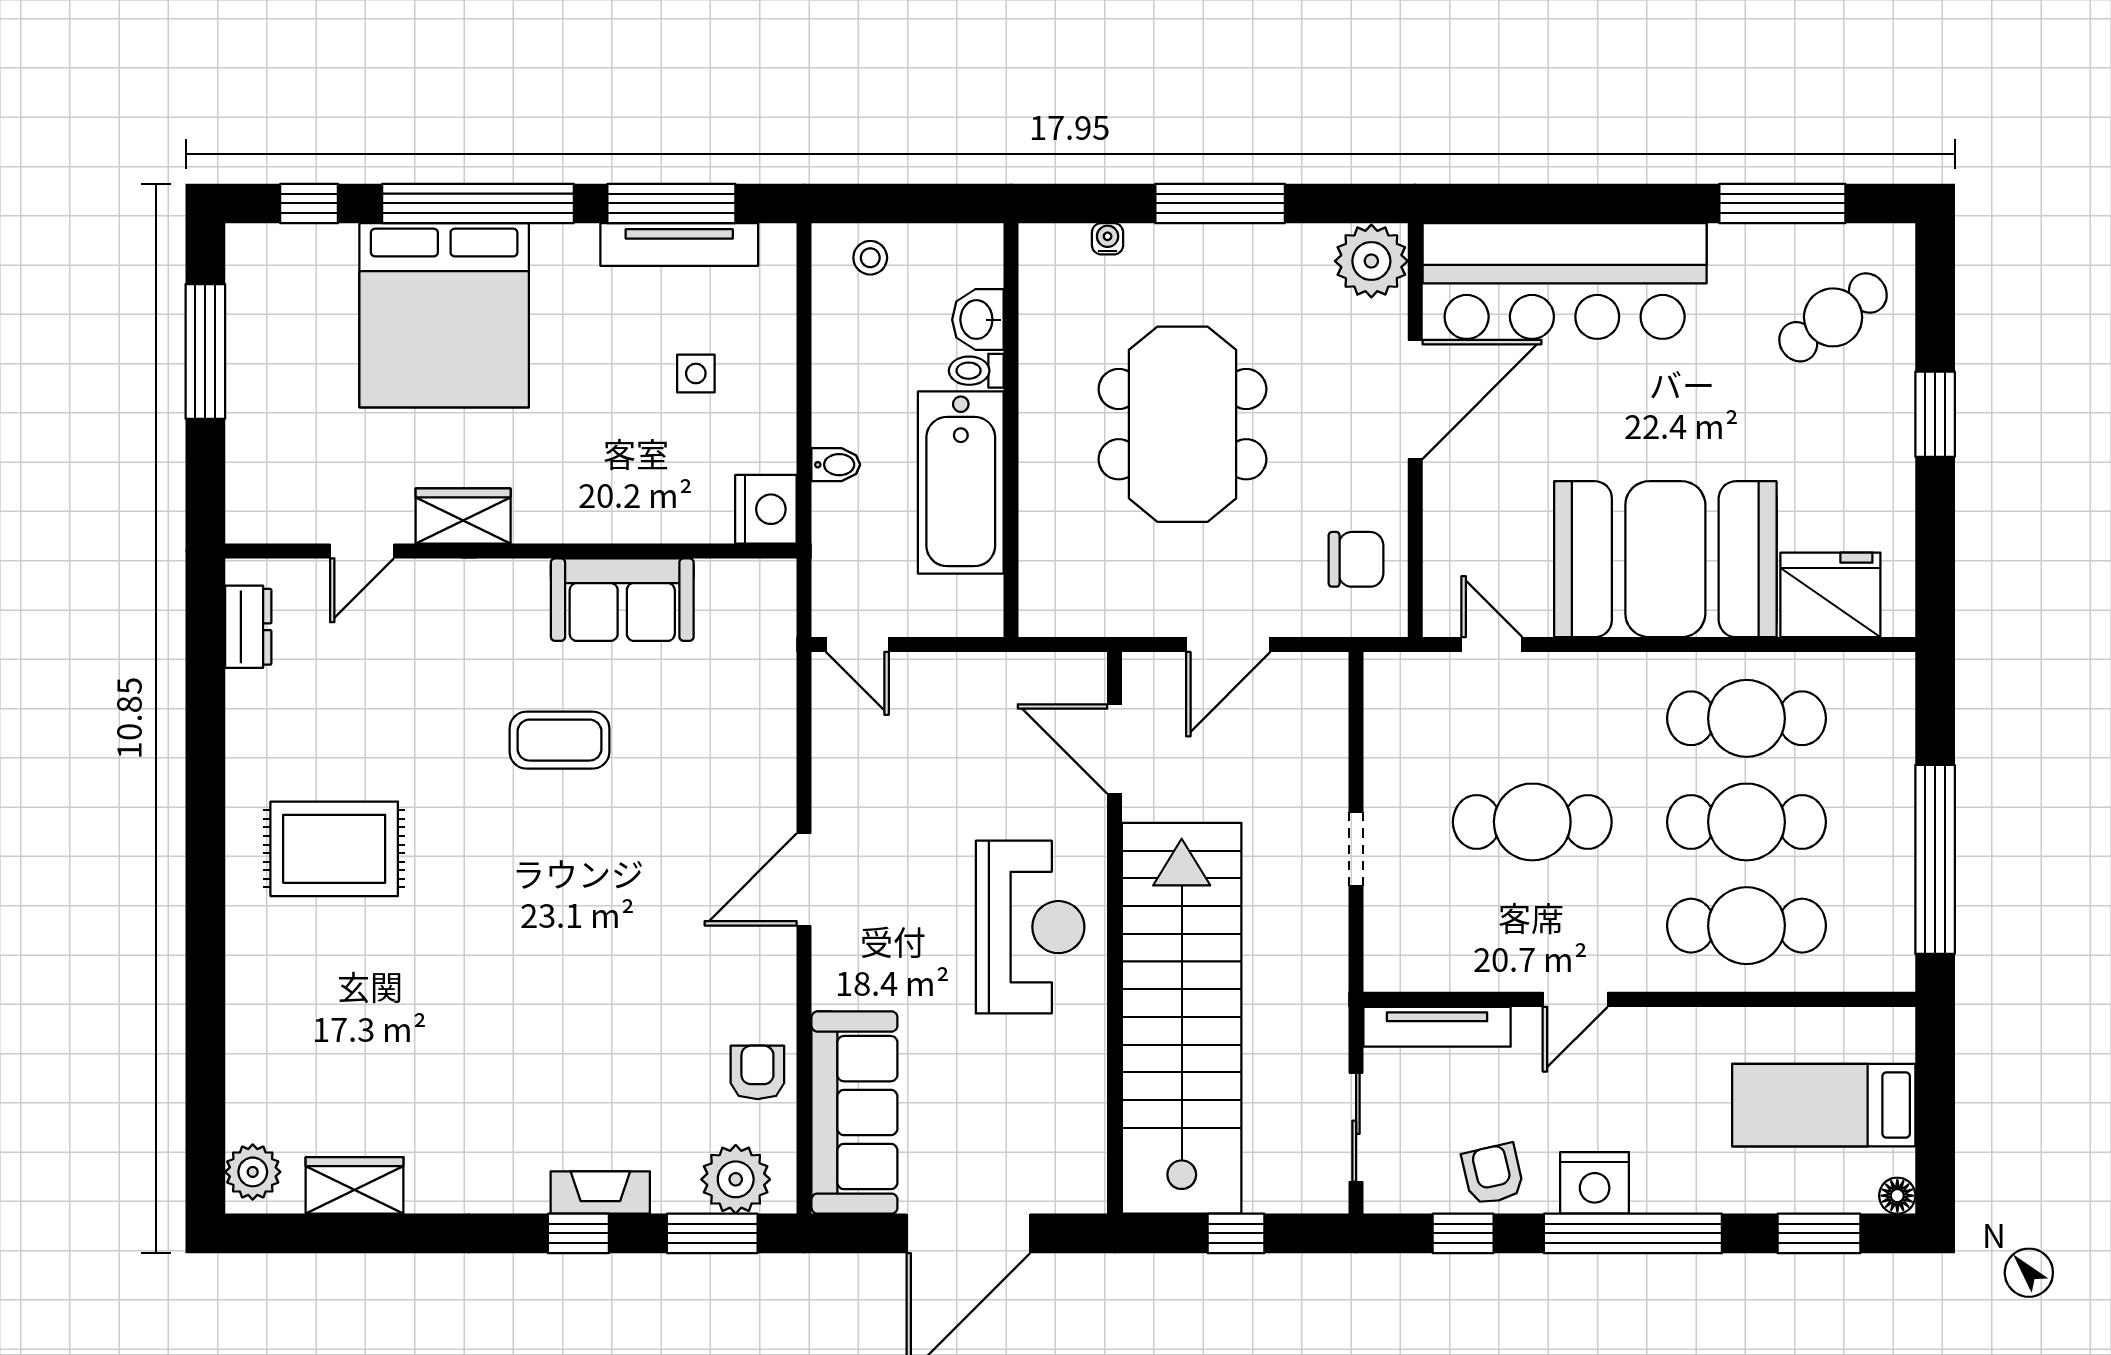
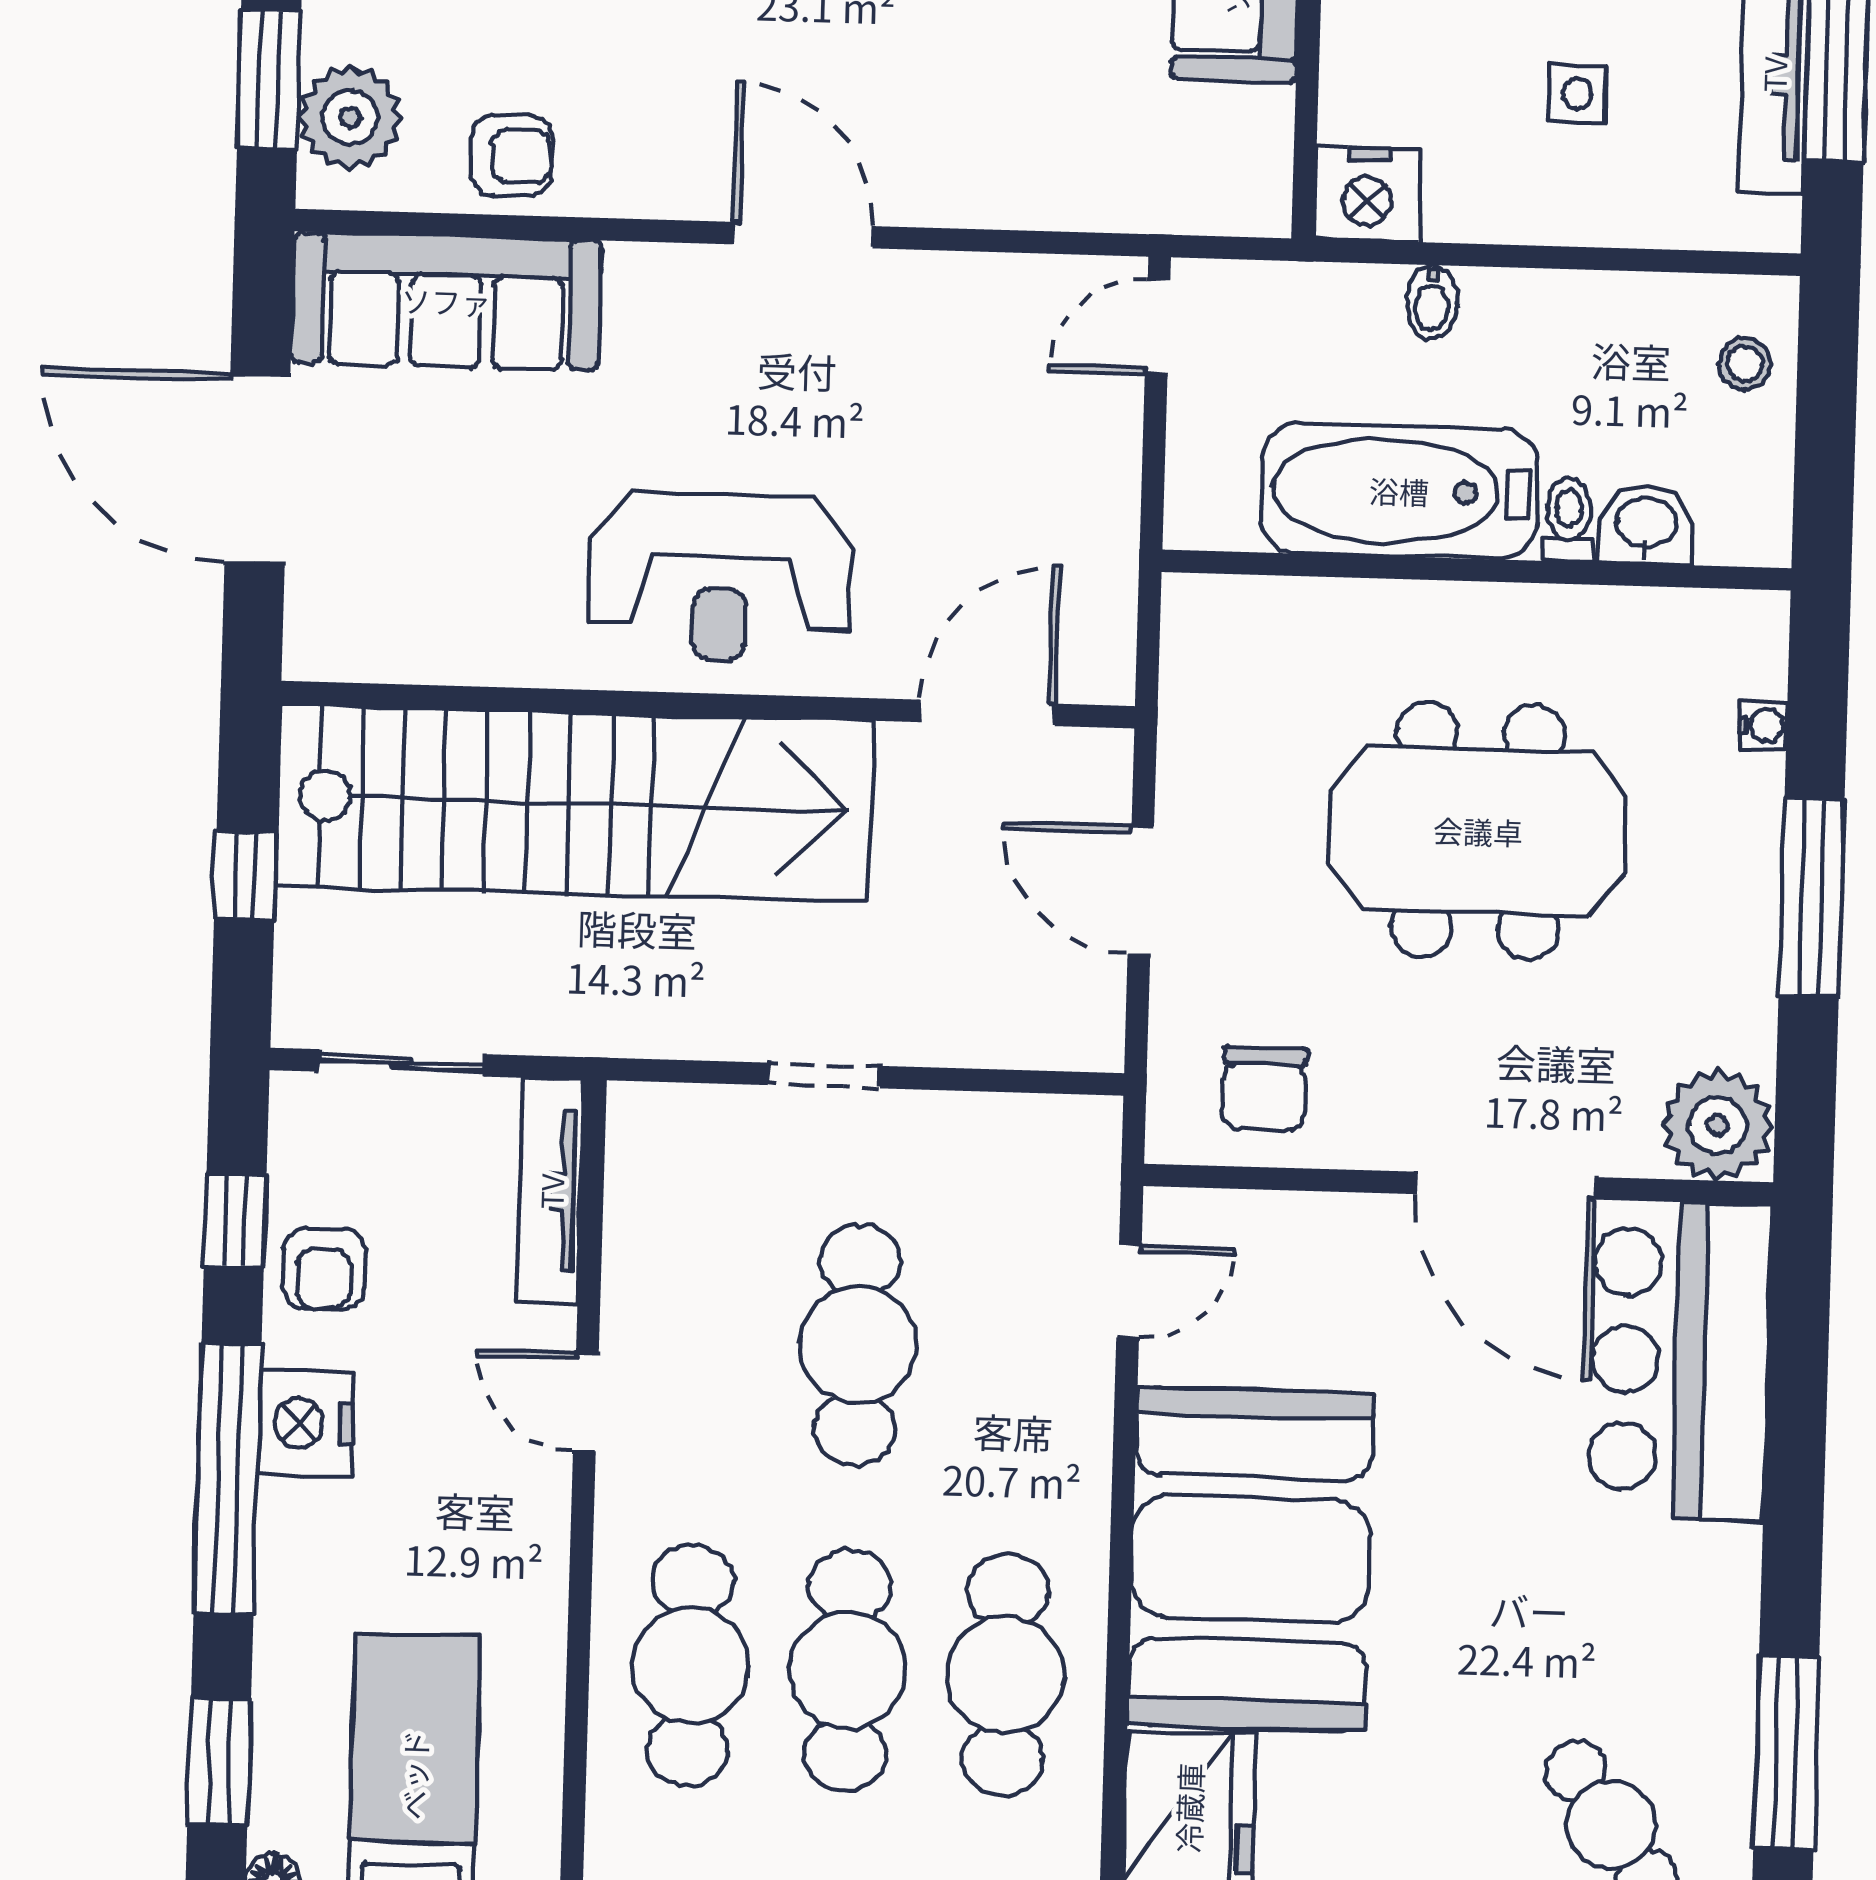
bar counter: (1565, 281) -> (1680, 1361), width x0.73
armchair: (1493, 1174) -> (324, 1269), turned 103

